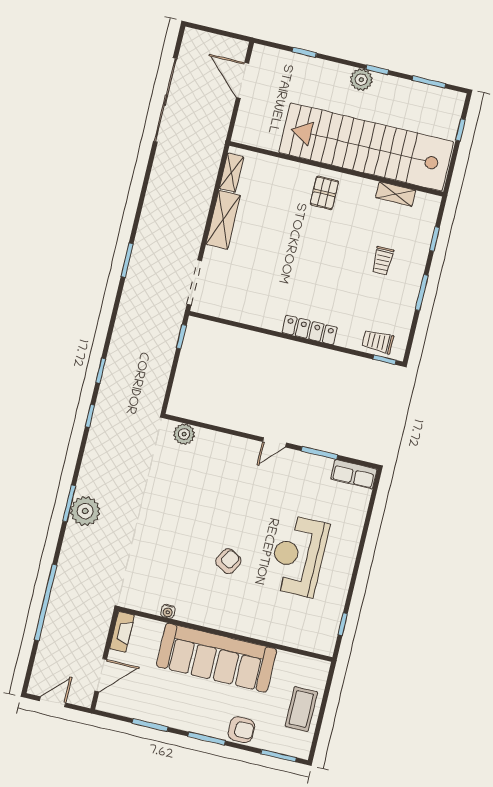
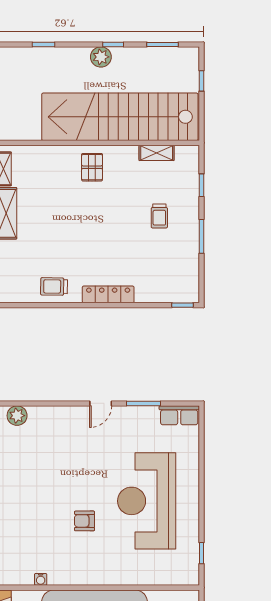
trolley: (378, 342) -> (54, 286), moved
reception desk: (298, 556) -> (147, 501), width x1.36, depth x1.30
armchair: (228, 561) -> (84, 521), turned -120

